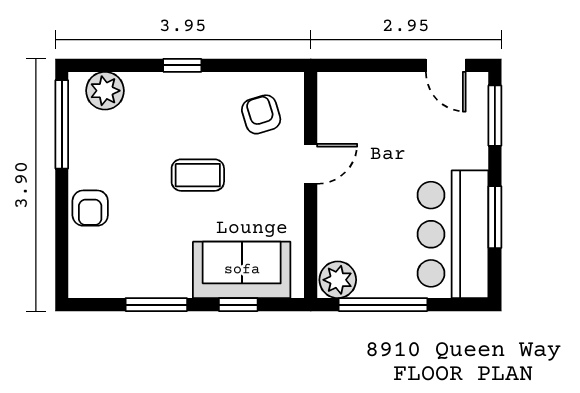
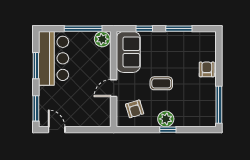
plant: (105, 91) -> (166, 119), moved
sofa: (242, 270) -> (128, 52), moved, turned -90

